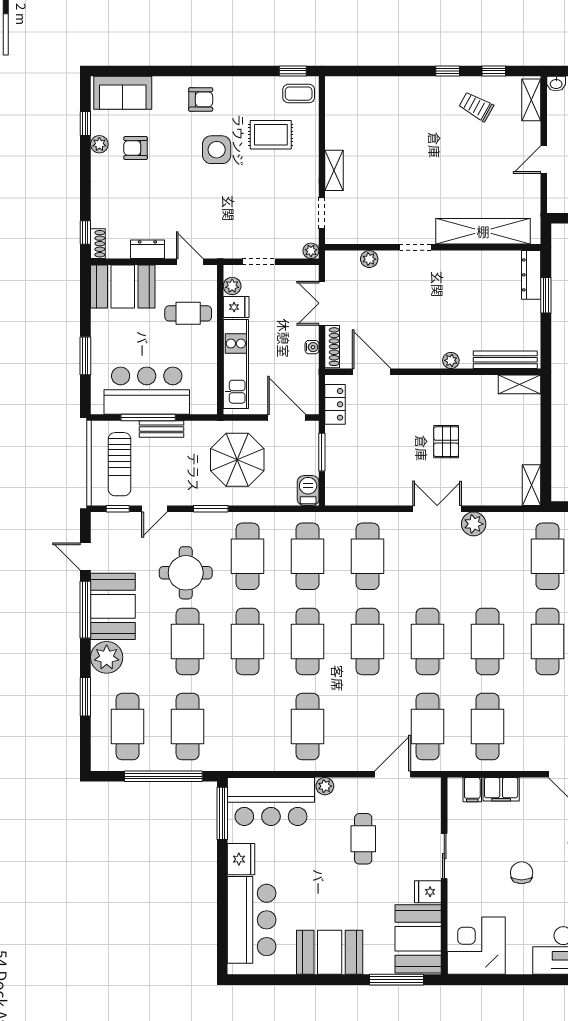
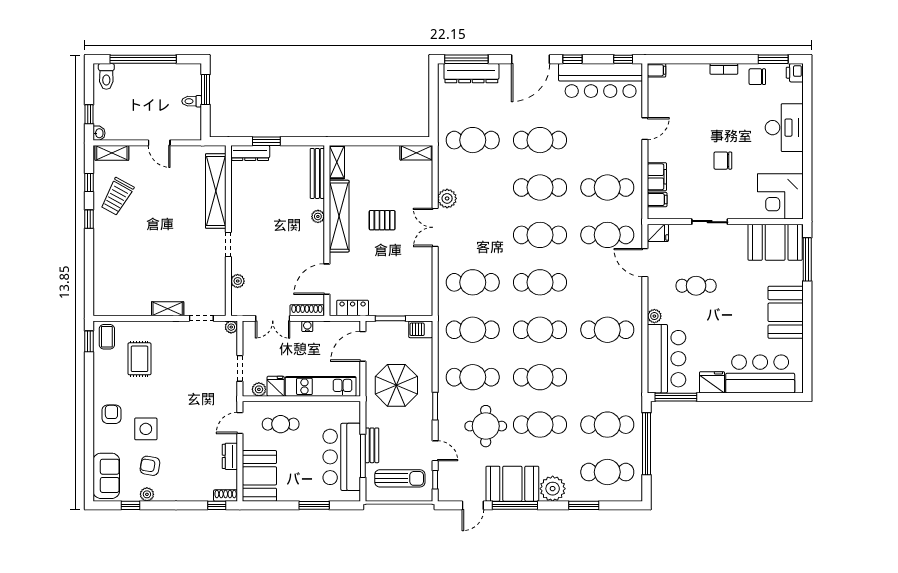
trolley: (476, 106) -> (117, 197), width x1.36, depth x1.39
armchair: (136, 148) -> (150, 466), turned 100
side table: (217, 150) -> (146, 429), moved
cafe table: (188, 313) -> (281, 424), turned 90
shelving: (451, 387) -> (339, 216), added
fridge: (428, 892) -> (658, 233), moved, turned -90

